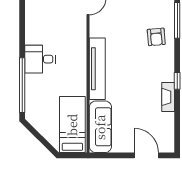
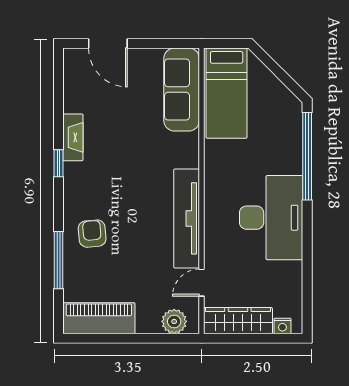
desk: (40, 59) -> (271, 218), width x1.87, depth x1.30
tv unit: (97, 69) -> (187, 218), moved

